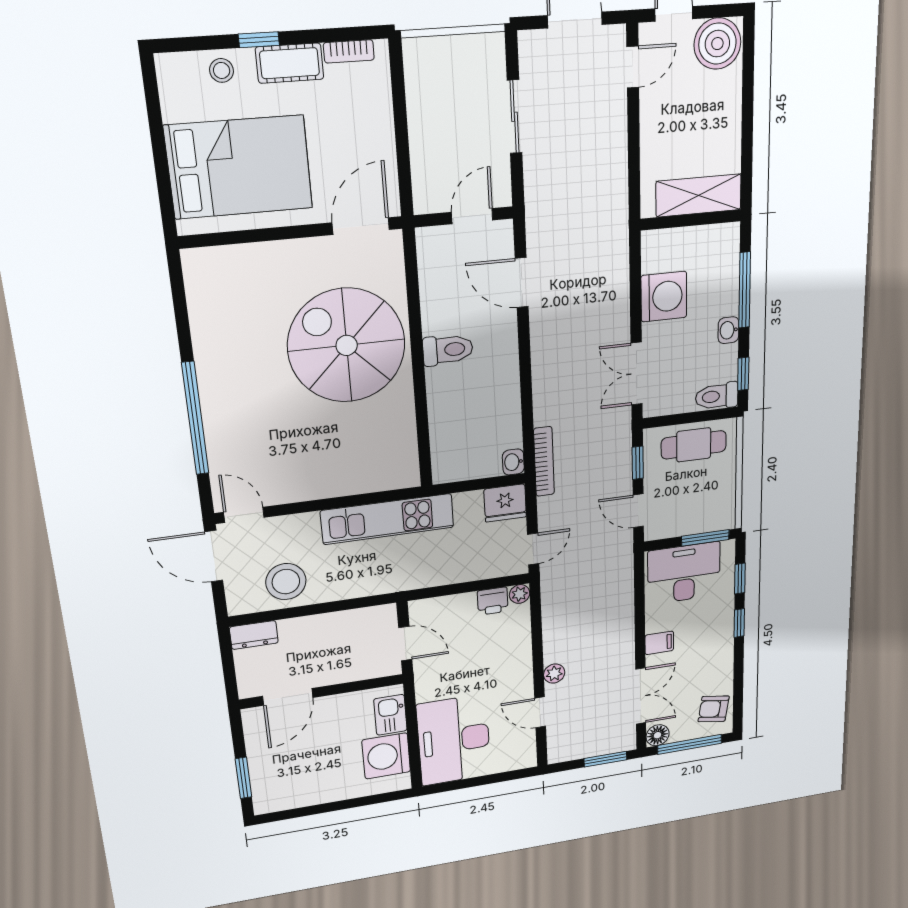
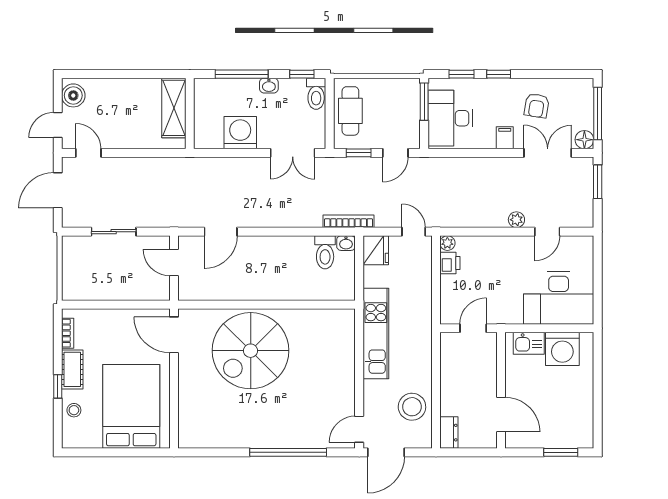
boiler: (717, 44) -> (73, 95), width x0.73, depth x0.73
toilet: (448, 350) -> (325, 252), moved, turned 180
armchair: (714, 709) -> (537, 106), moved

